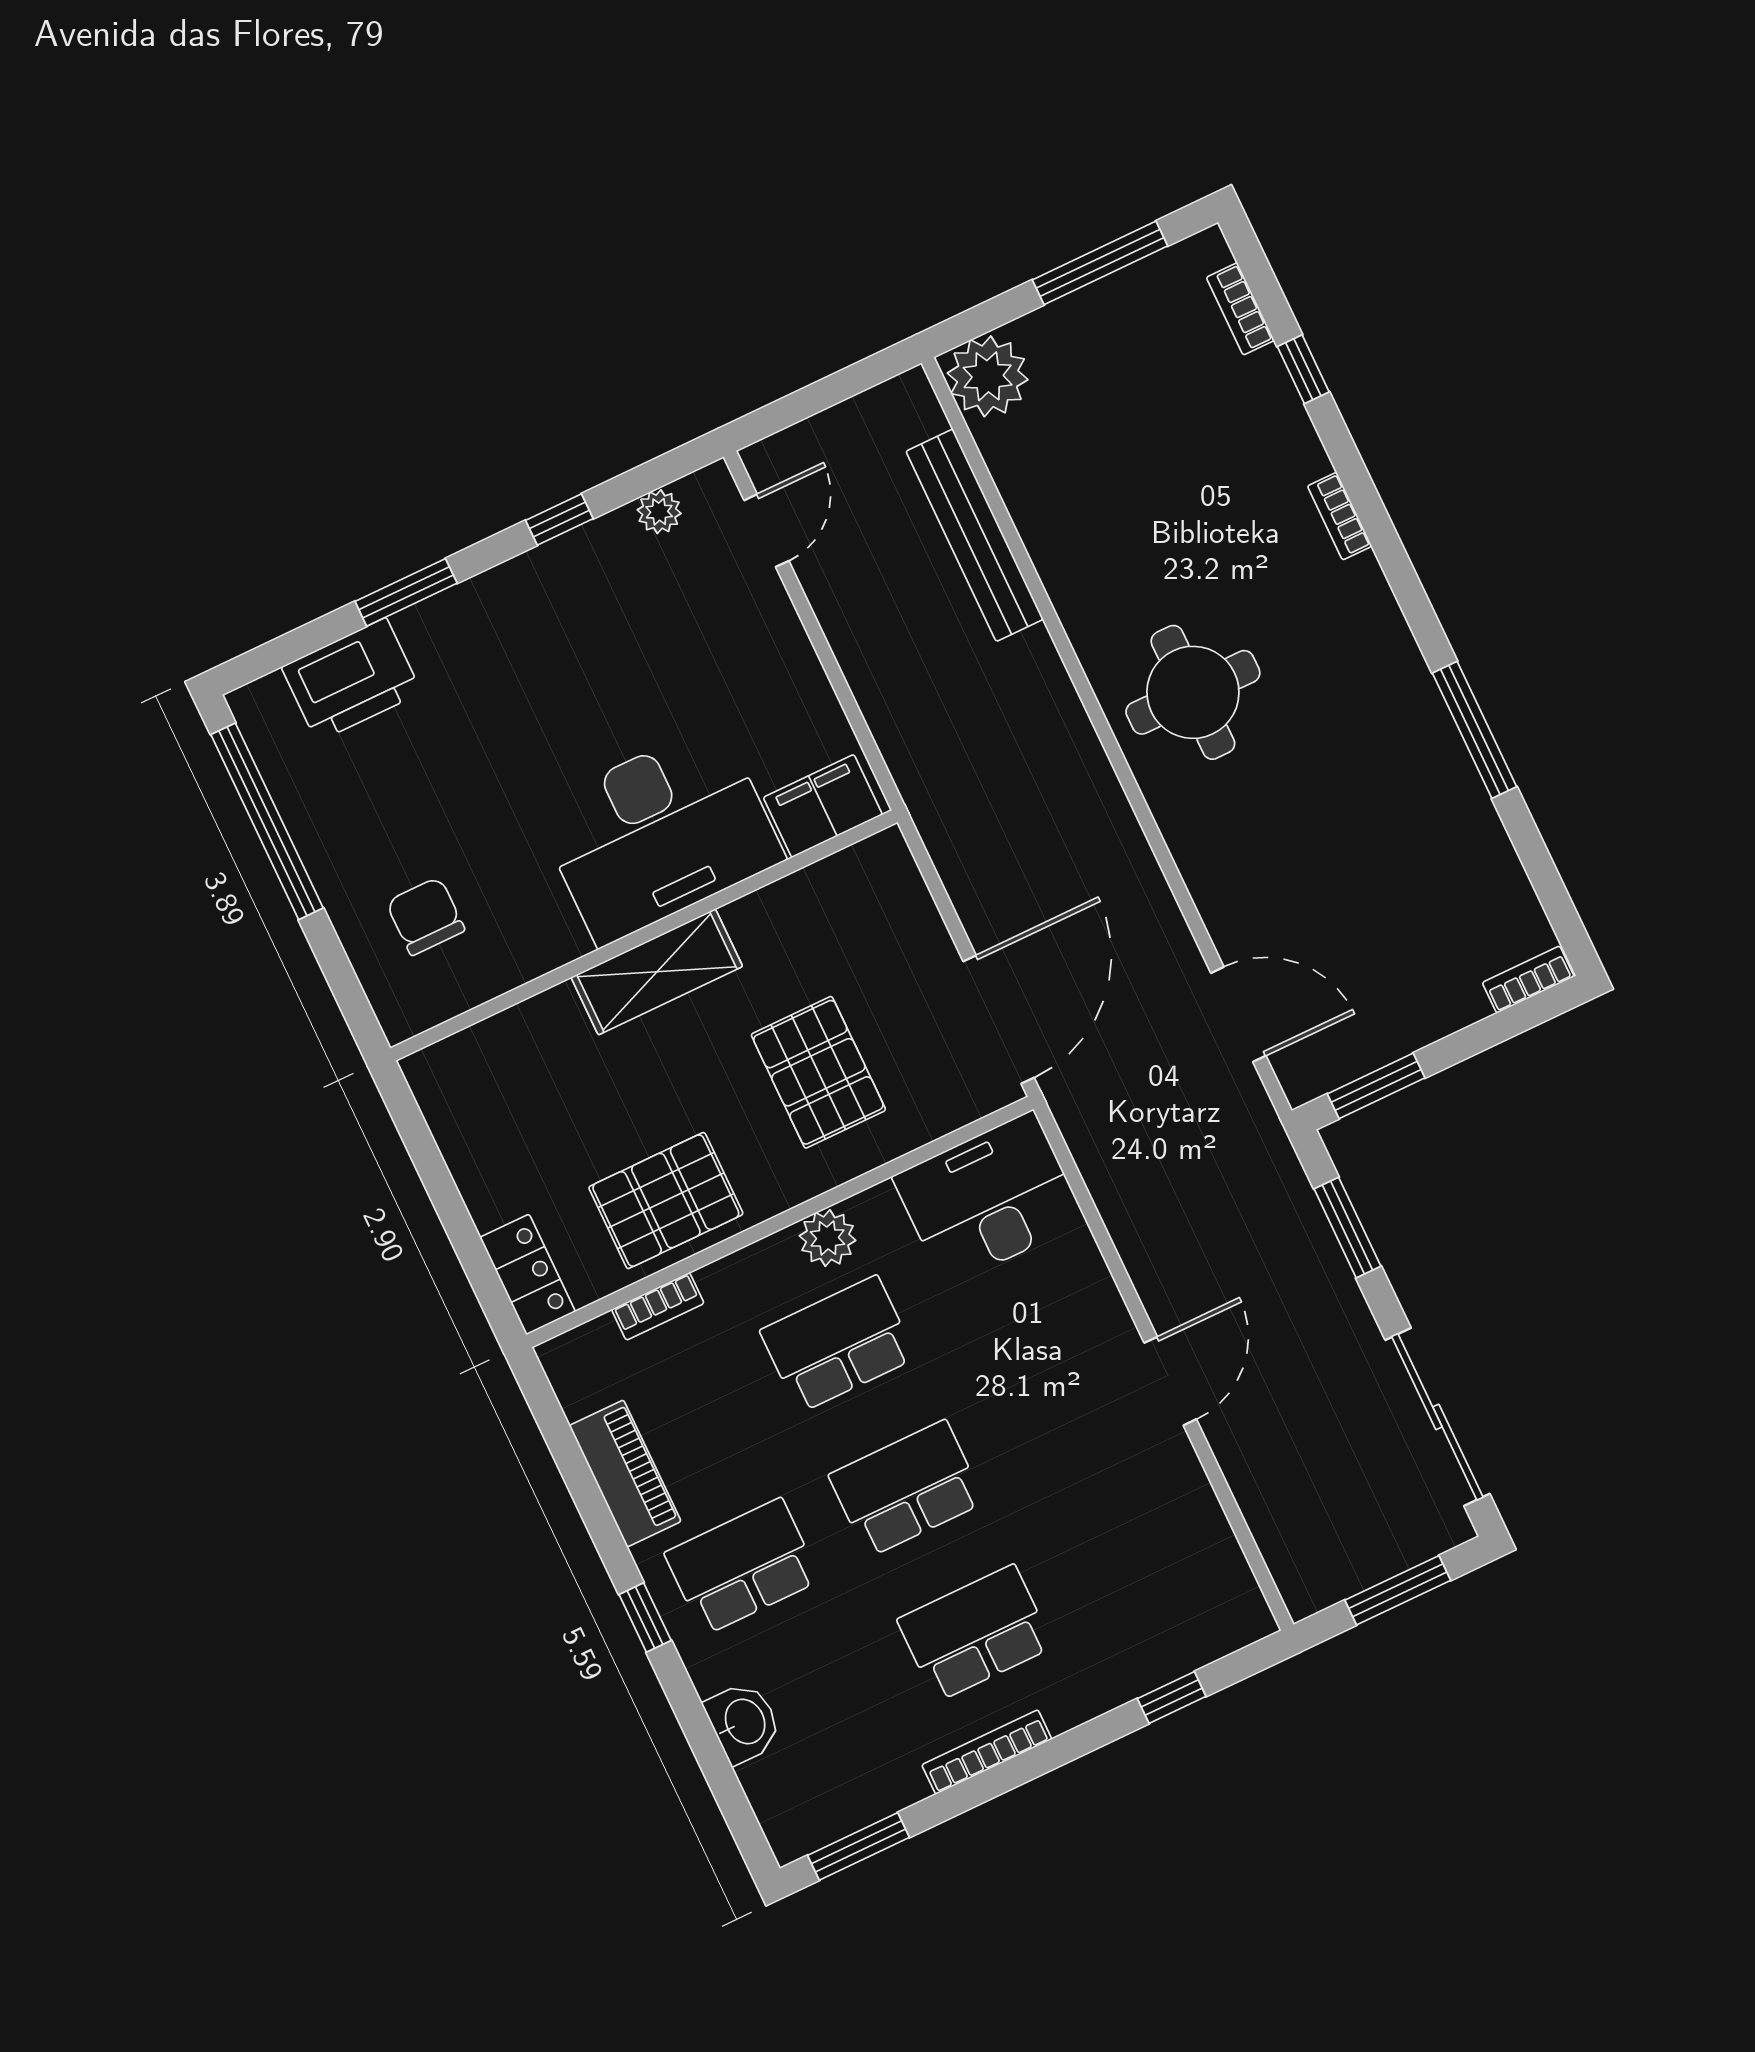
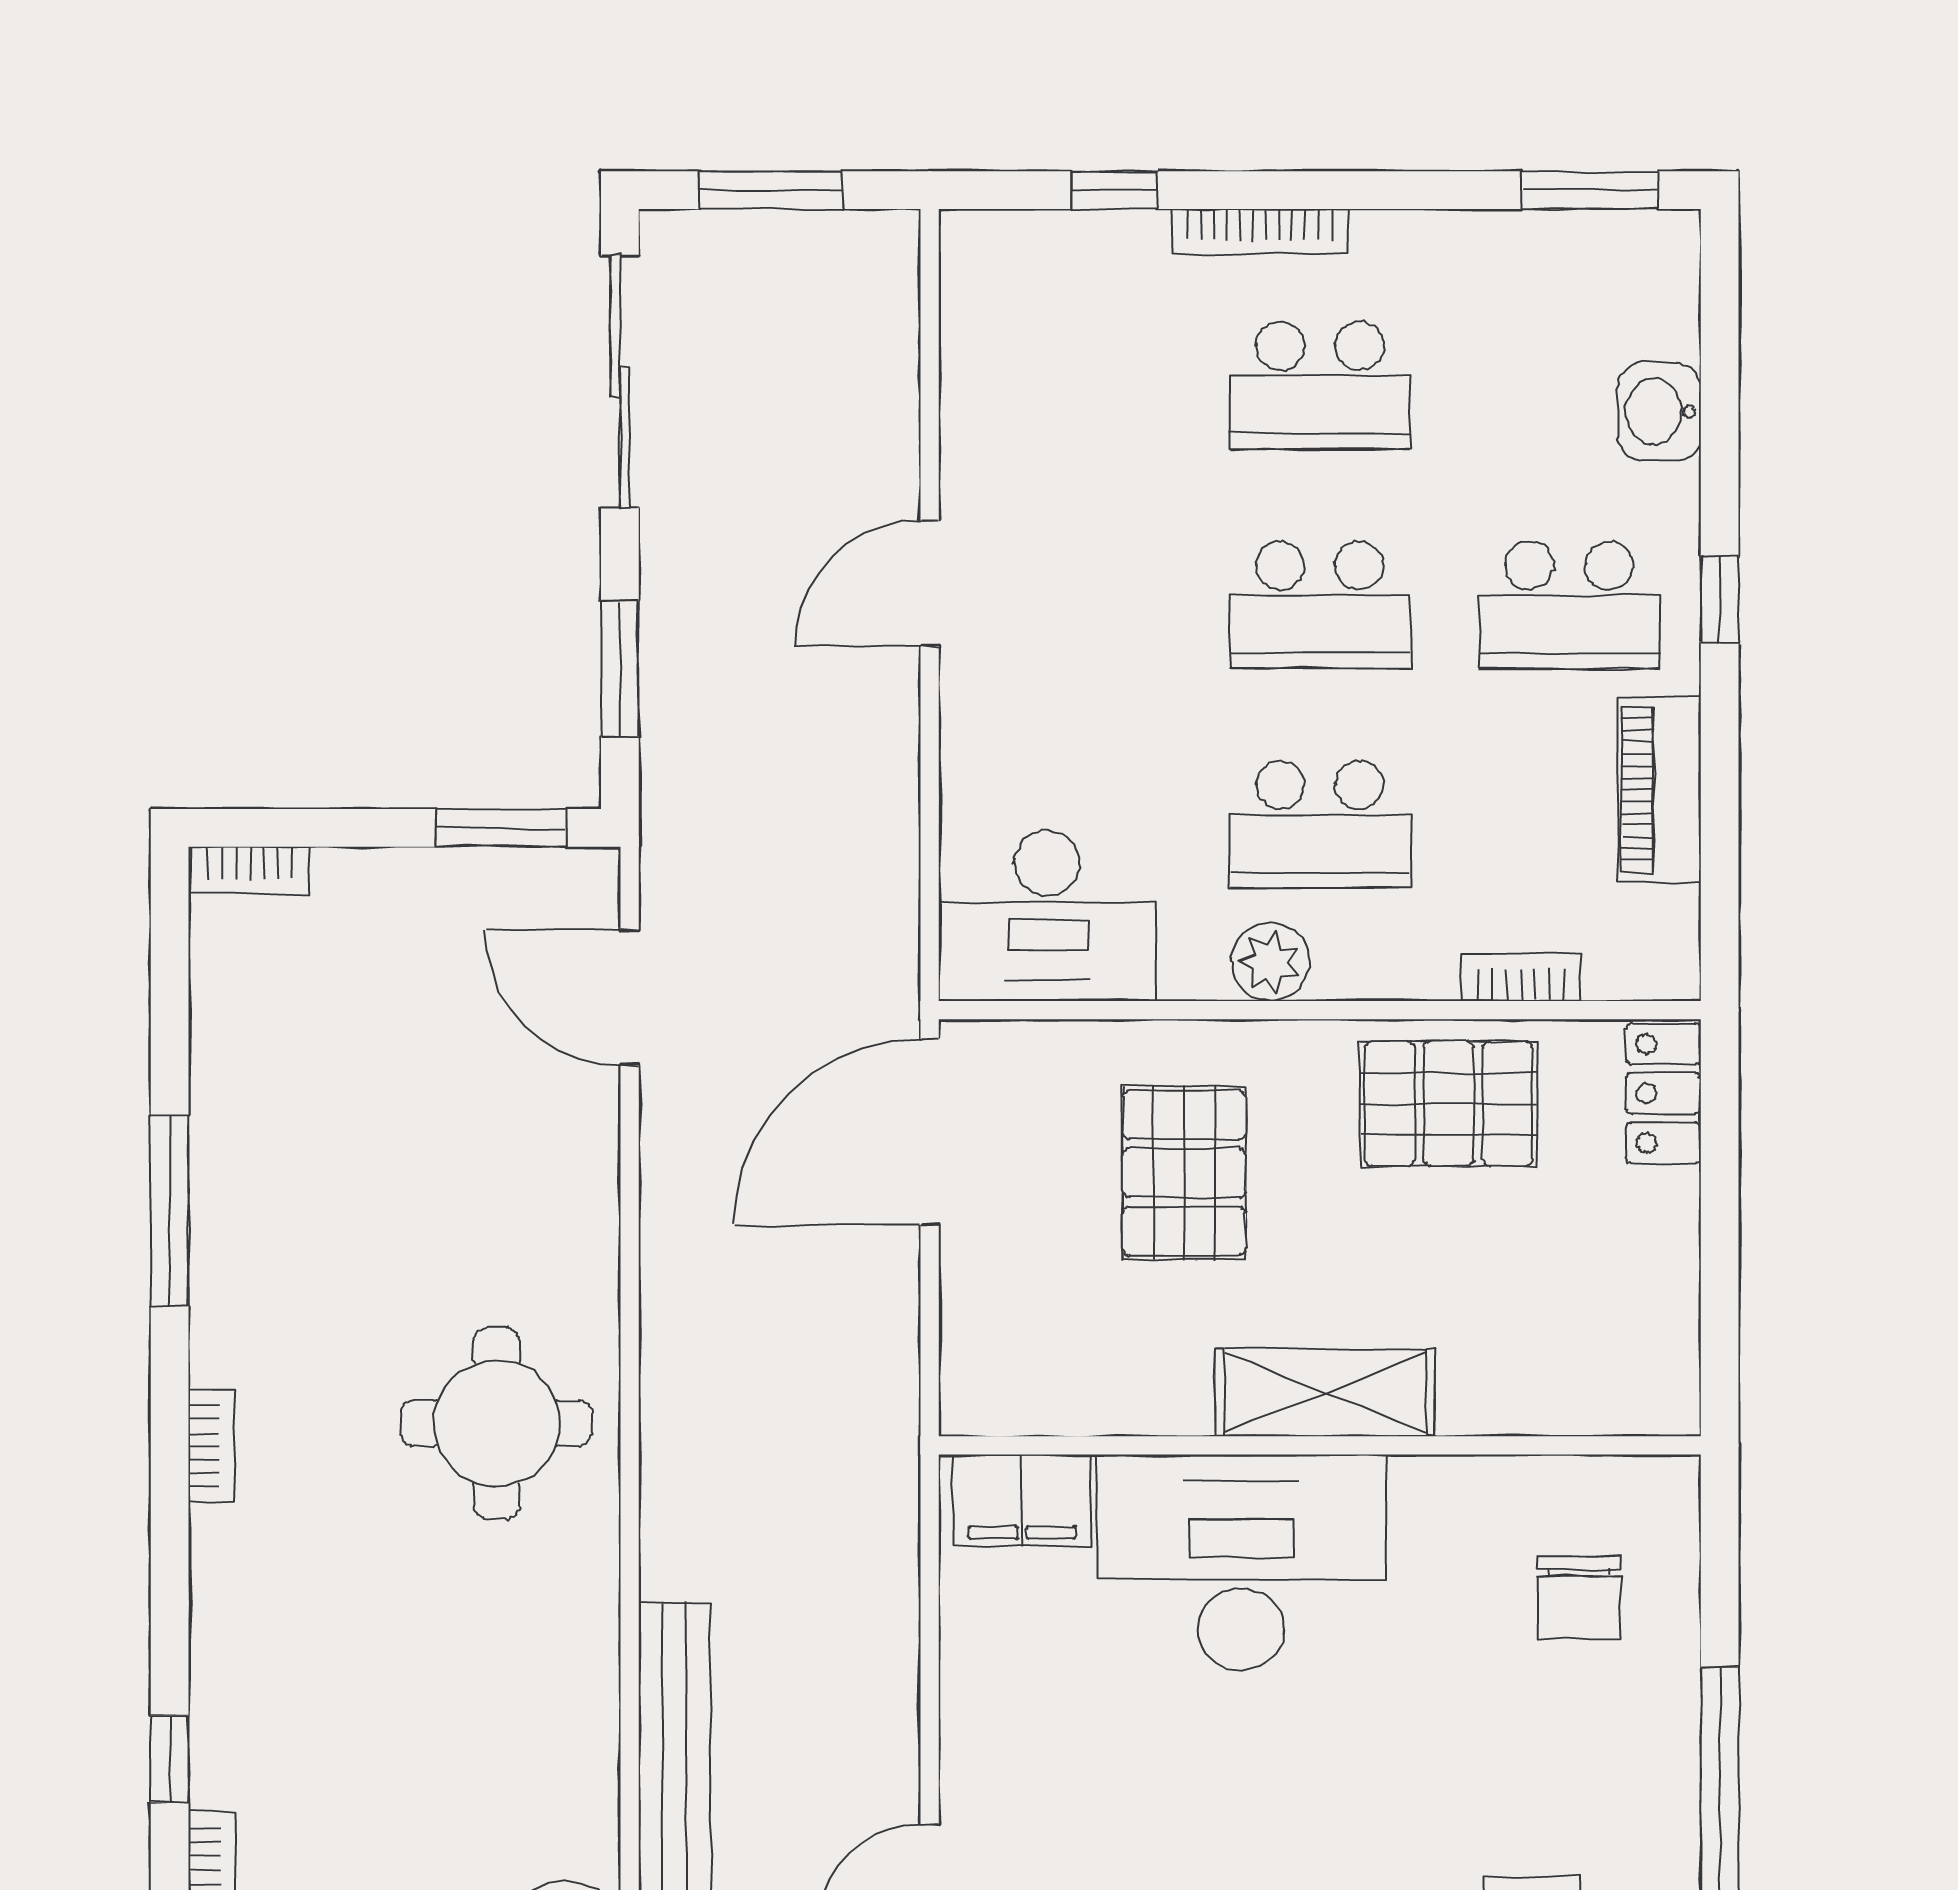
bookcase: (1340, 516) -> (211, 1446), moved
bookcase: (987, 1752) -> (1260, 232), moved

